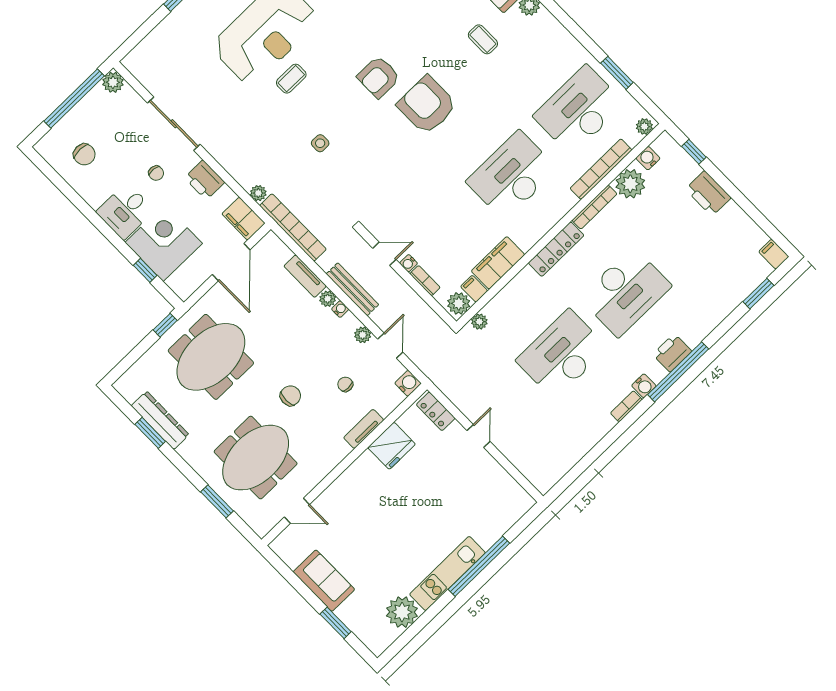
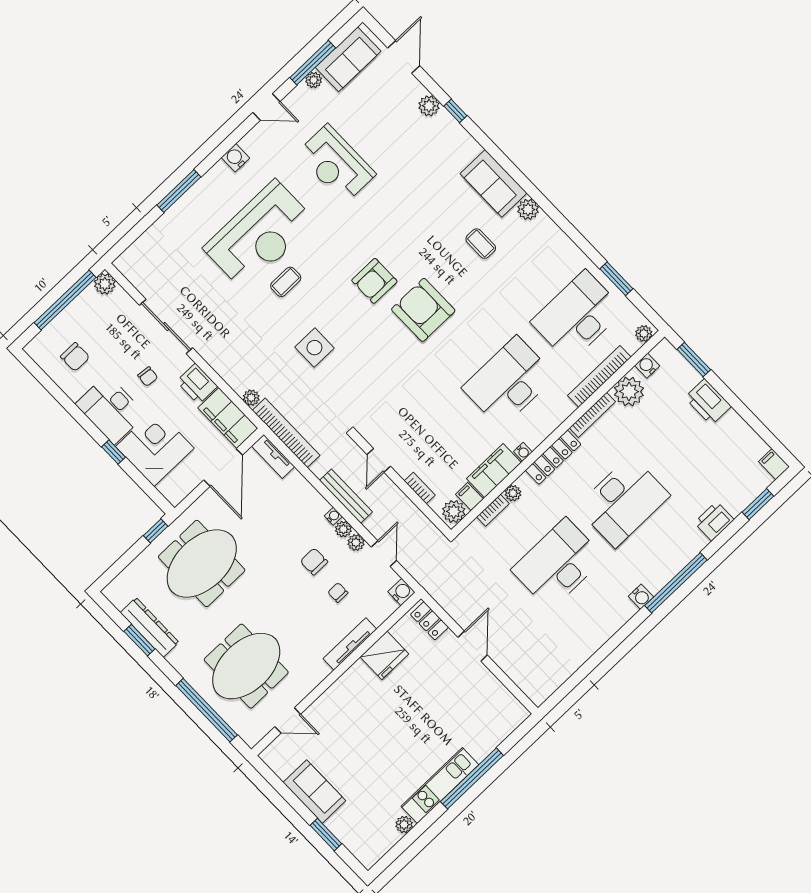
side table: (320, 143) -> (314, 348), width x1.87, depth x1.87
window: (694, 152) -> (694, 360), width x1.50
desk: (125, 211) -> (111, 409), width x1.37
filing cabinet: (243, 219) -> (228, 418), width x1.50, depth x1.17
door: (384, 254) -> (379, 460), swing flipped
water cooler: (409, 263) -> (523, 452), moved, turned -90
window: (145, 270) -> (114, 452), moved
tv unit: (305, 276) -> (273, 456), moved
plant: (328, 299) -> (343, 529), moved
plant: (479, 322) -> (513, 493), moved
printer: (672, 353) -> (714, 521), moved
chair: (290, 396) -> (314, 561), moved, turned -90
bookcase: (626, 406) -> (493, 510), moved, turned 180
tv unit: (364, 429) -> (350, 644), width x1.41
door: (478, 436) -> (473, 646), width x1.38
window: (217, 501) -> (207, 710), width x2.11
plant: (402, 612) -> (404, 824), width x0.53, depth x0.53

